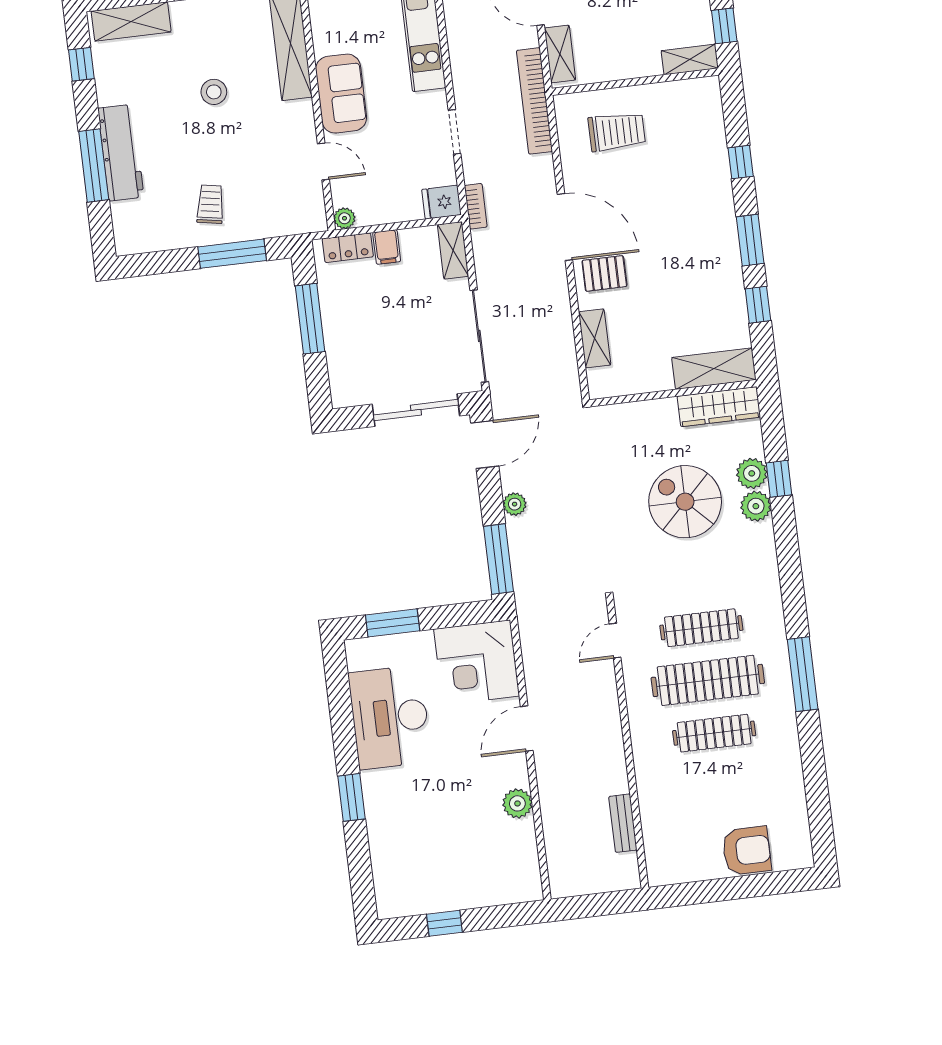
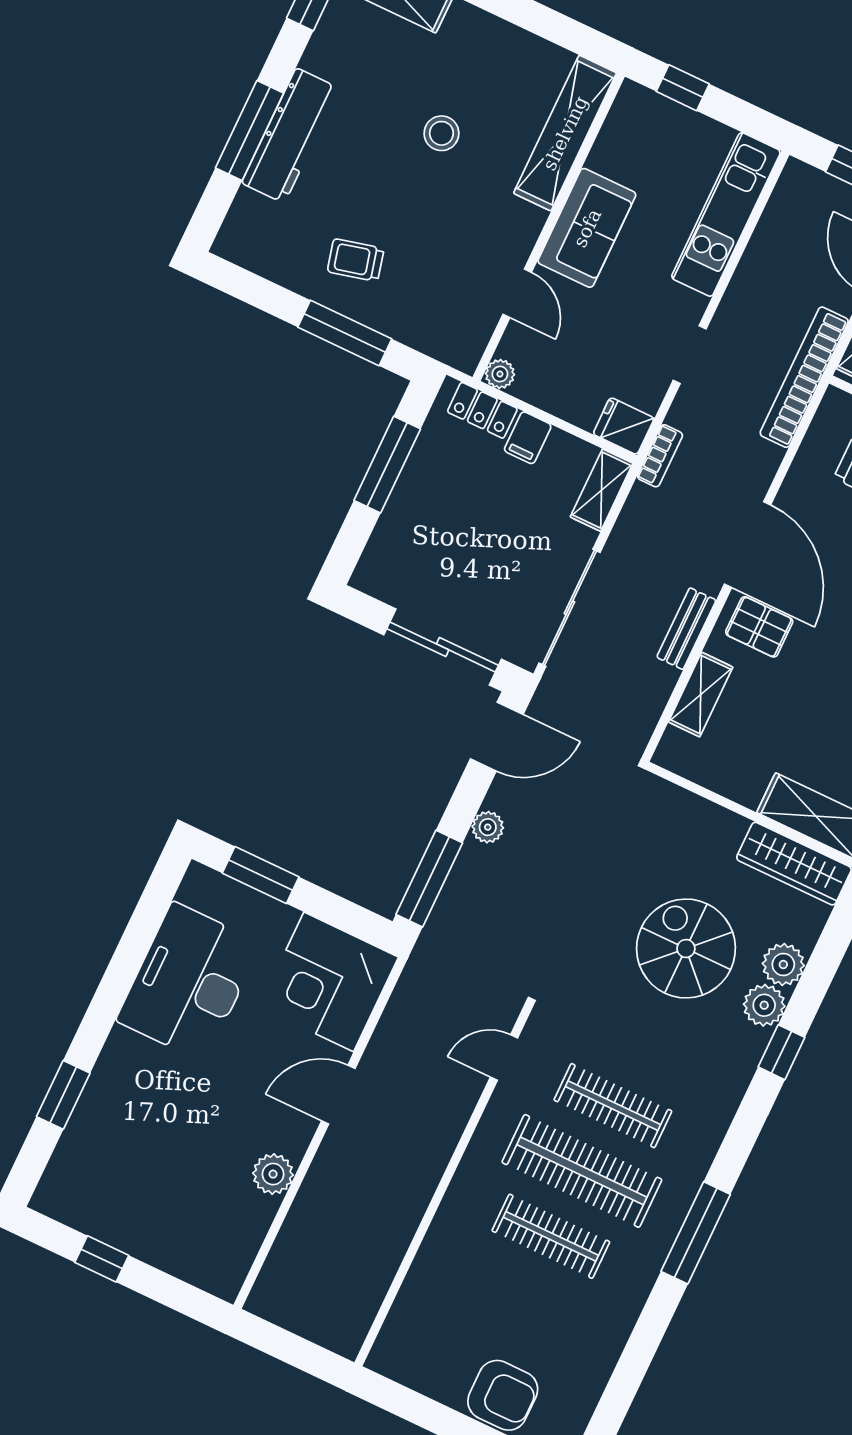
trolley: (210, 204) -> (356, 260), turned -114
window: (779, 479) -> (781, 1052), moved
window: (352, 797) -> (63, 1095), moved
bench: (623, 823) -> (686, 629), moved

